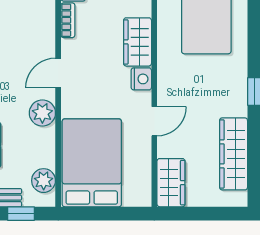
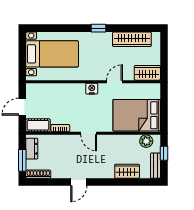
wardrobe: (138, 42) -> (72, 91), removed
plant: (42, 113) -> (110, 142), removed
door: (154, 121) -> (114, 82), hinge flipped

